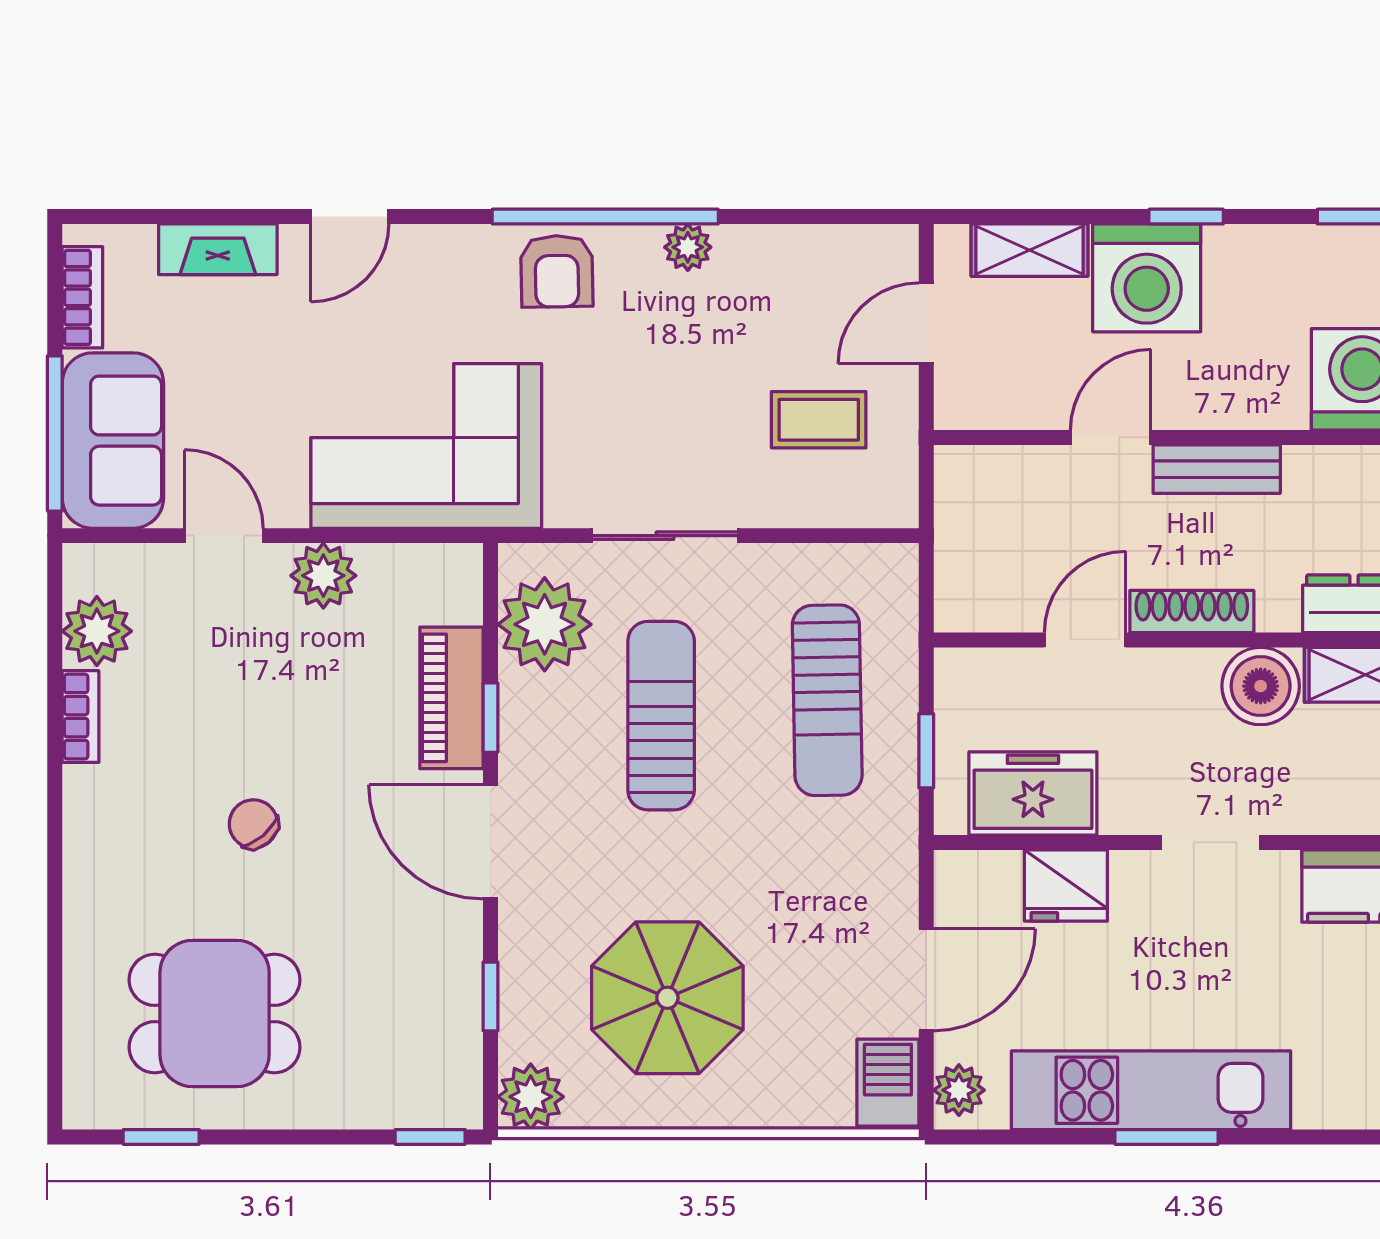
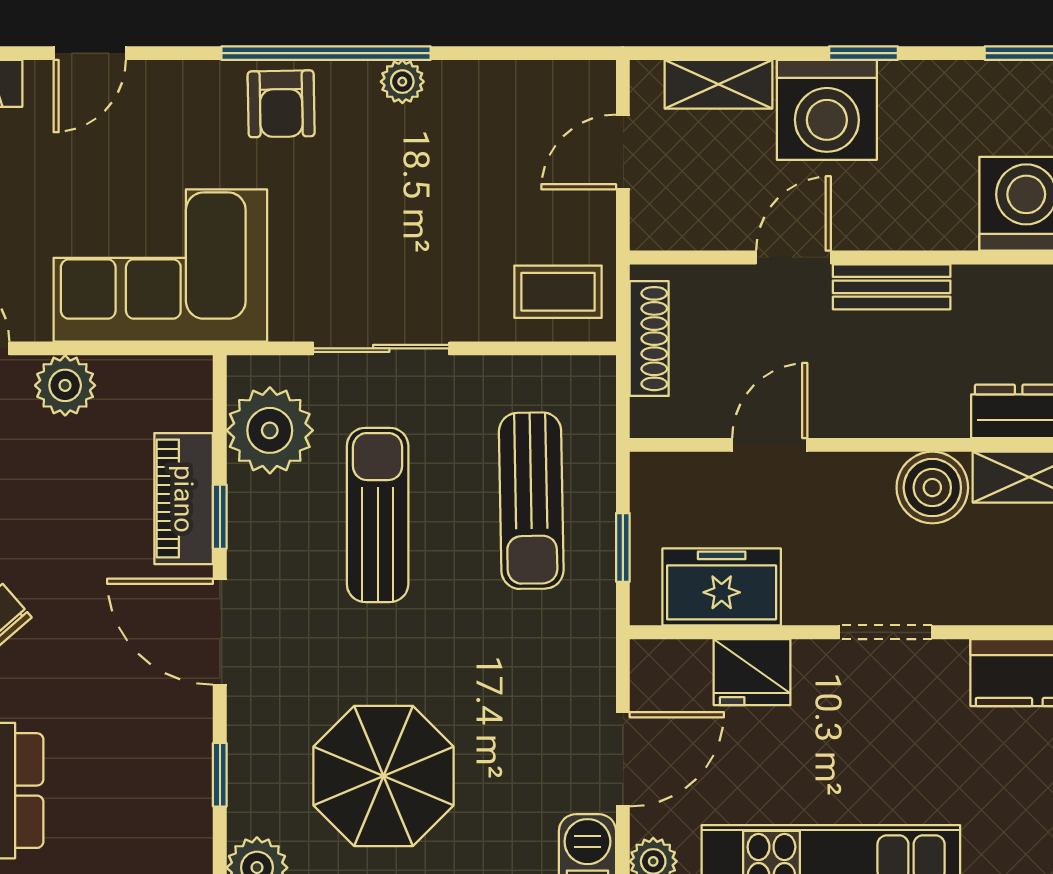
coffee table: (819, 420) -> (558, 292), moved
shoe rack: (1192, 611) -> (649, 339), moved, turned 90

